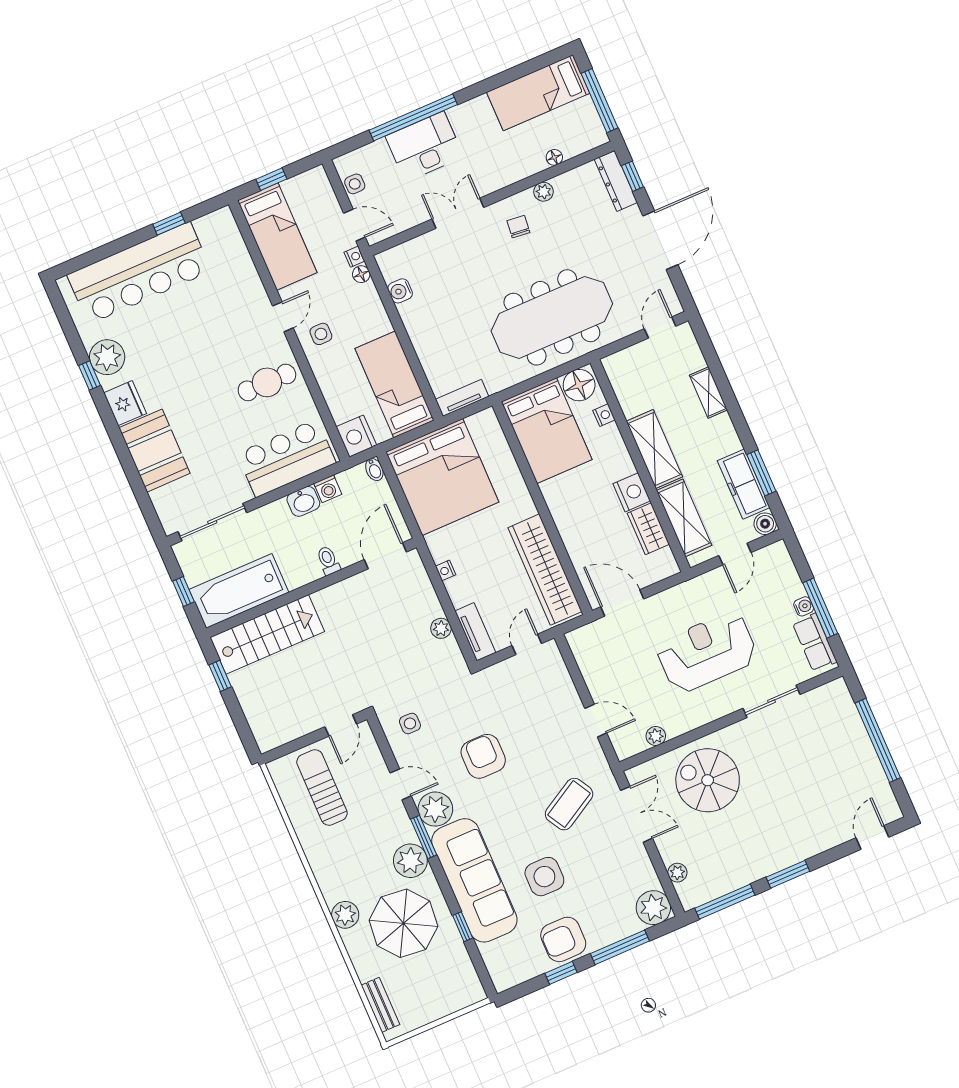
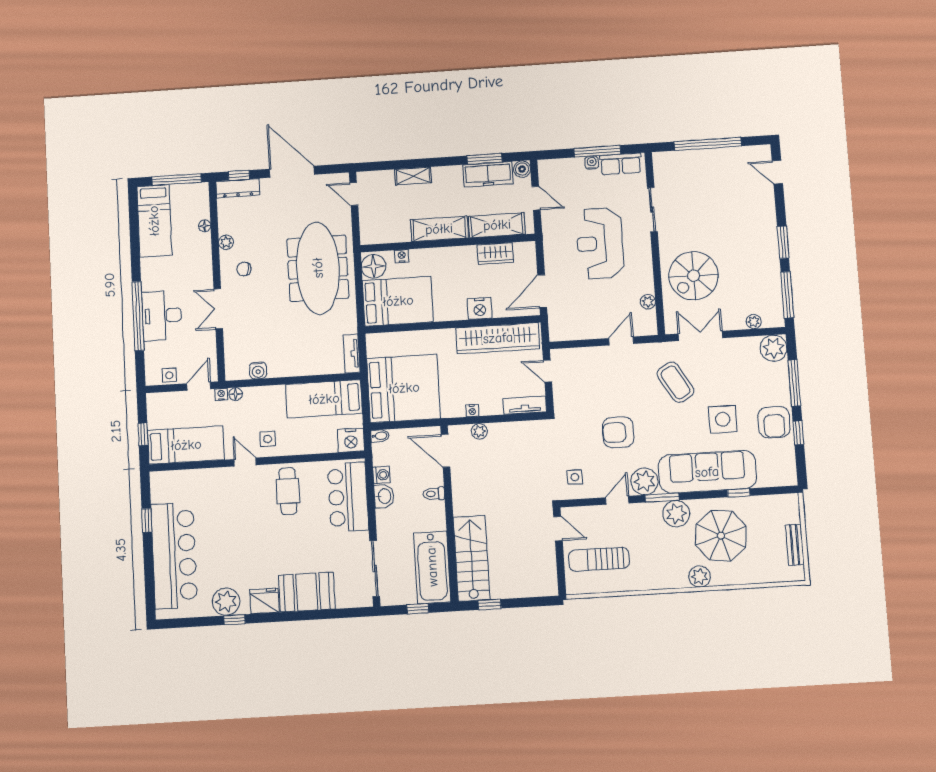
nightstand: (632, 492) -> (480, 308), moved, turned 180
plant: (441, 628) -> (479, 431), moved
bench: (380, 1005) -> (795, 545), moved, turned 90

